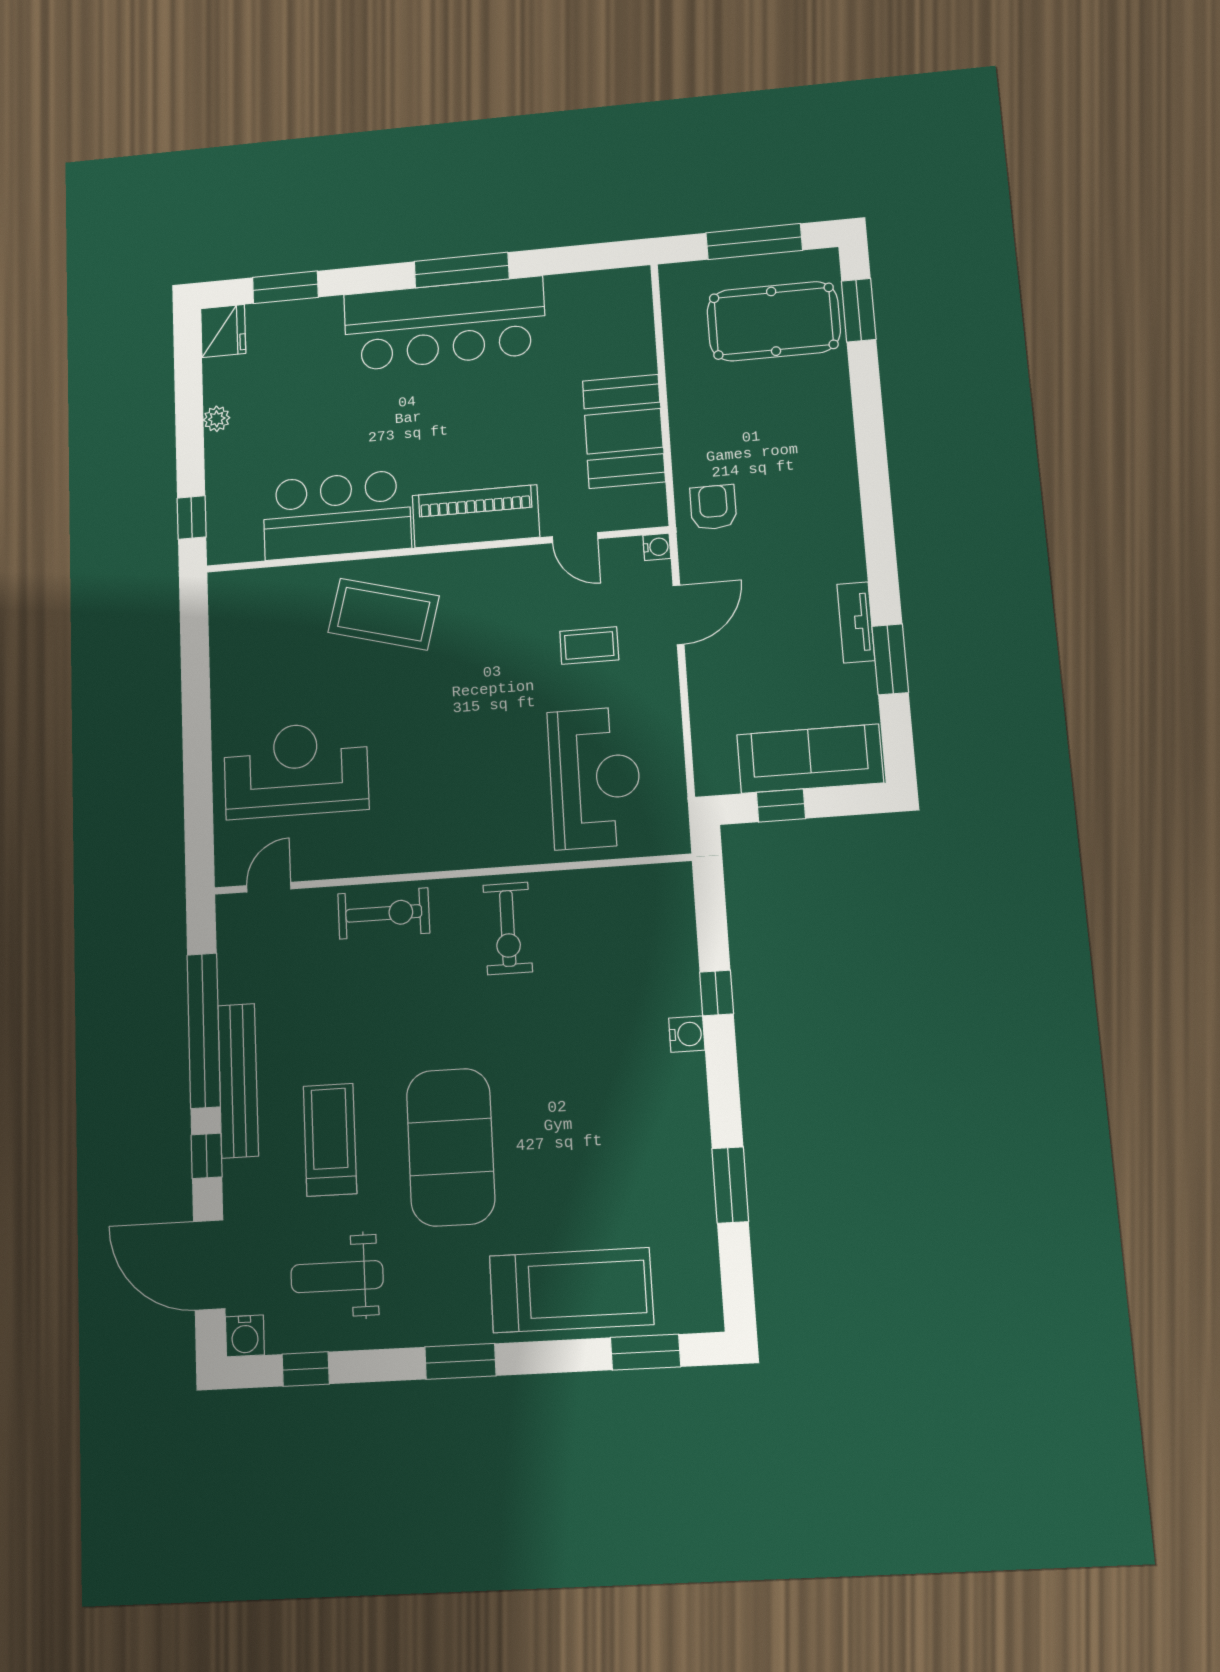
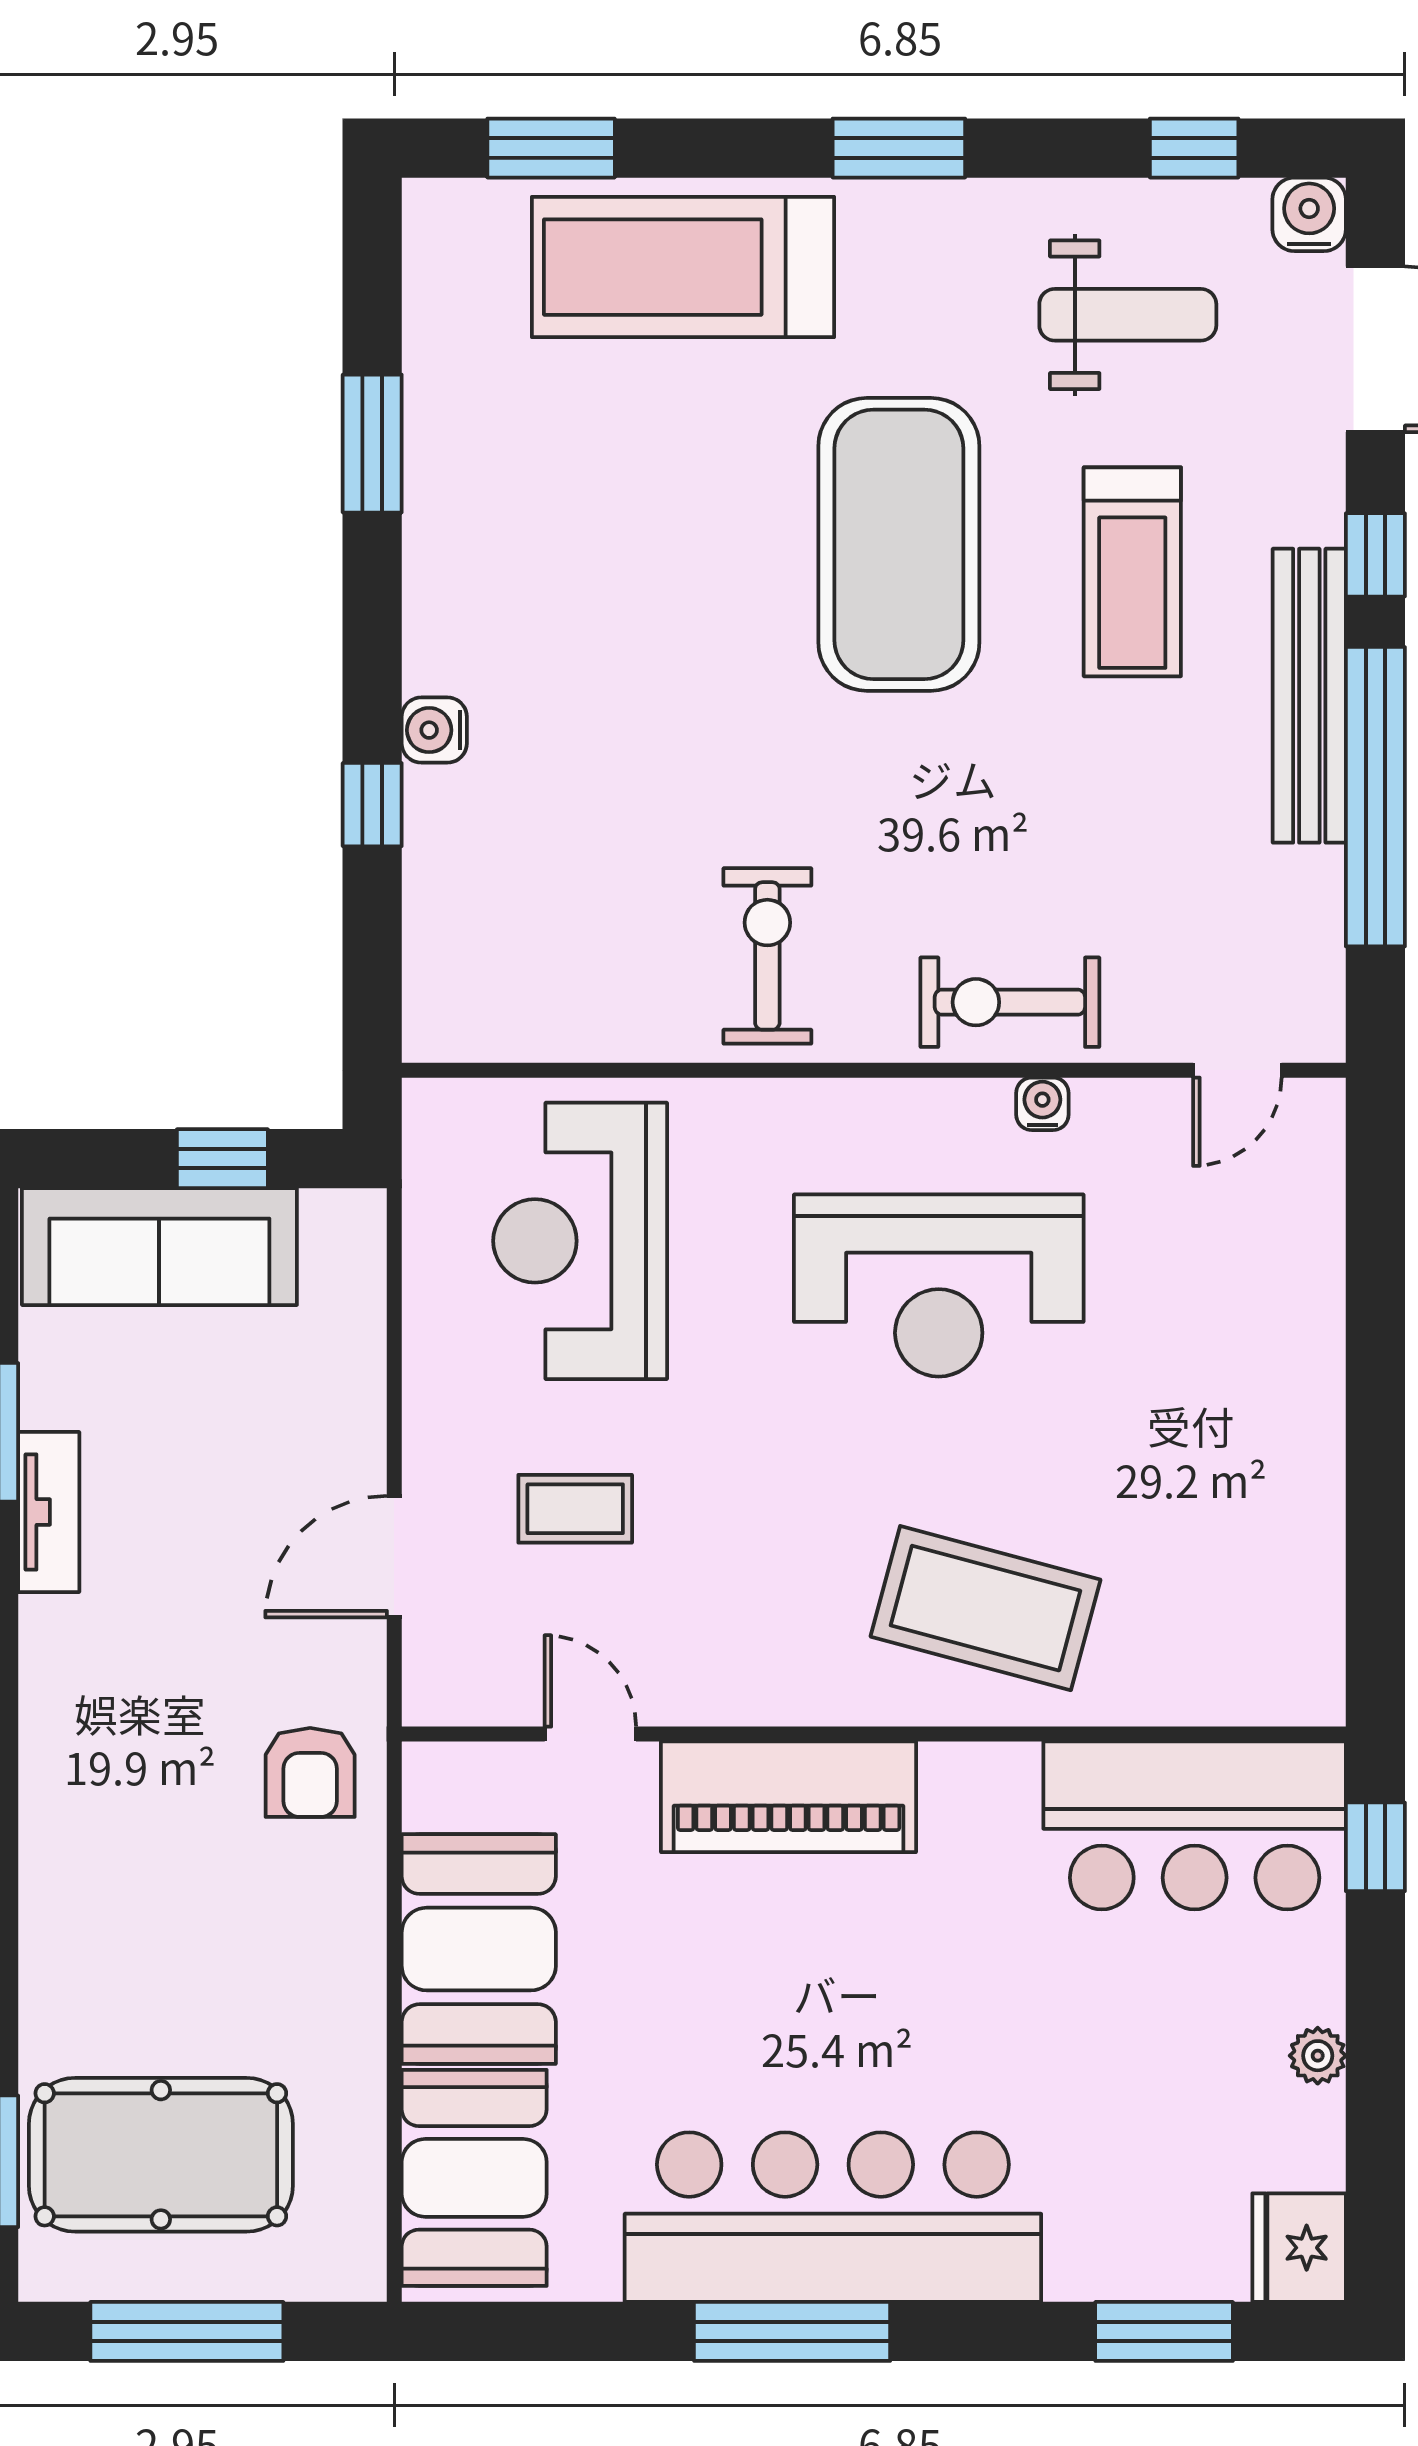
booth: (619, 325) -> (474, 2178), added
bar counter: (337, 515) -> (1195, 1825), moved
water cooler: (657, 547) -> (1042, 1104), moved, turned 90
reception desk: (296, 770) -> (939, 1286), moved

